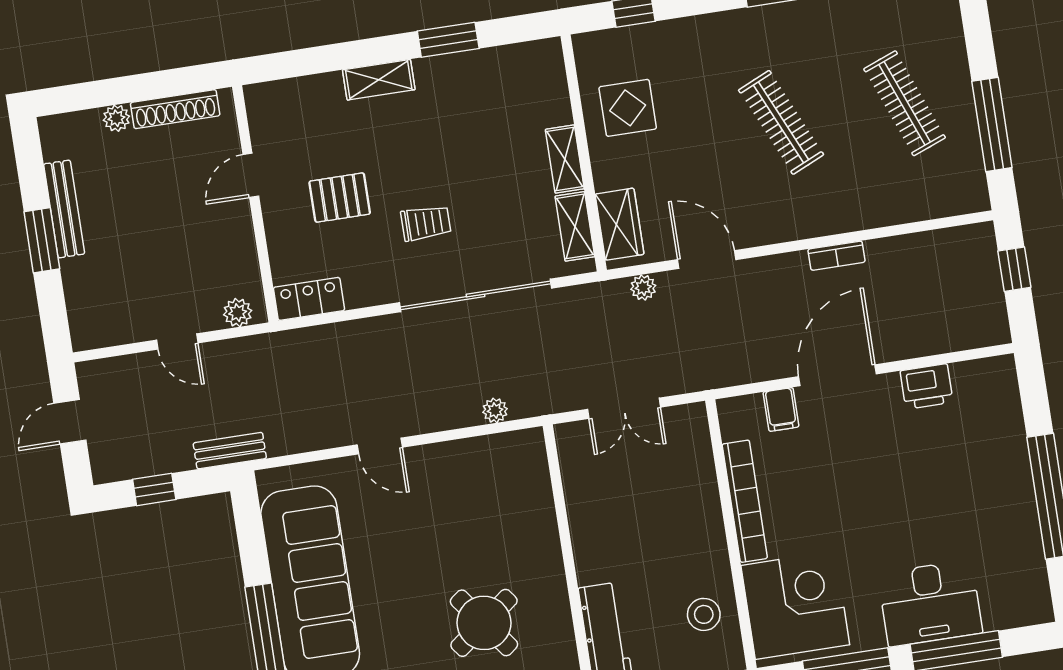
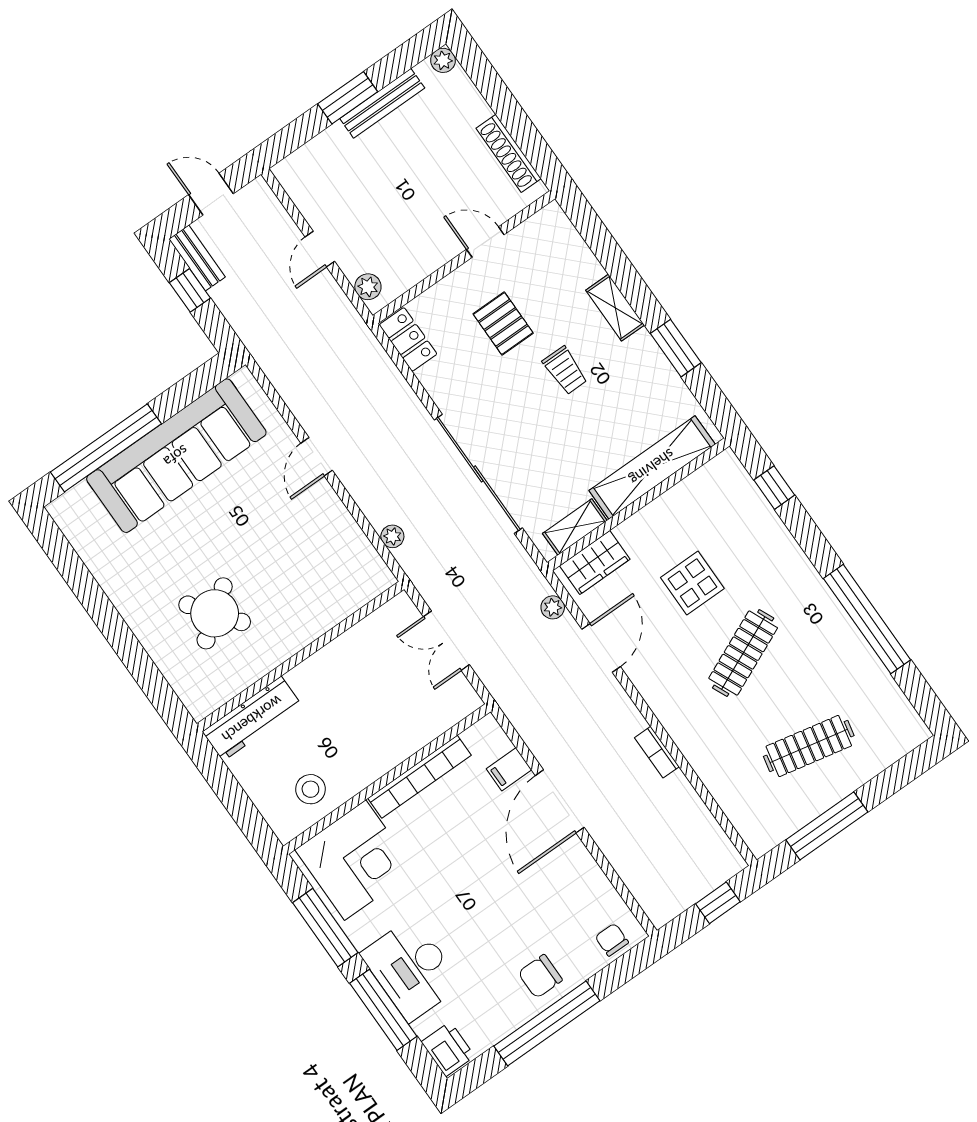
clothes rail: (905, 103) -> (809, 746), turned 33
display table: (628, 108) -> (692, 583), moved
plant: (116, 118) -> (443, 60), moved
shelving: (565, 159) -> (652, 467), width x2.20, depth x1.33
trolley: (426, 223) -> (565, 370), moved
door: (838, 375) -> (560, 801), swing flipped
printer: (927, 386) -> (448, 1049), moved, turned 180
chair: (999, 392) -> (612, 940), added
bench: (230, 451) -> (197, 258), moved
chair: (1000, 480) -> (540, 976), added

